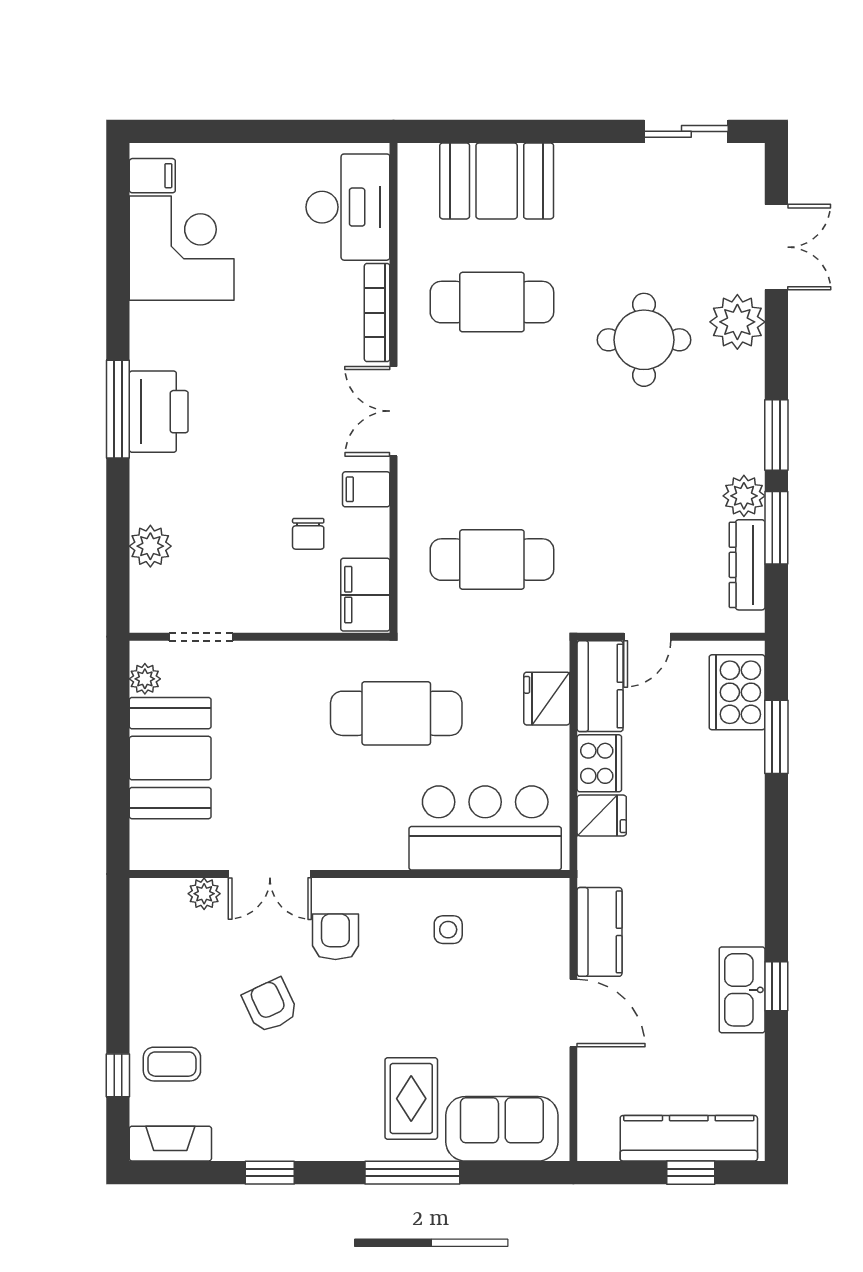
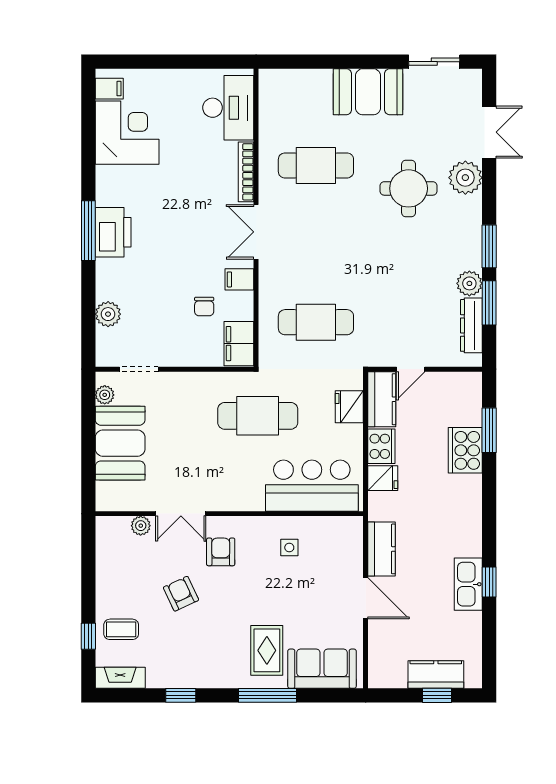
booth: (497, 181) -> (368, 92), moved
cooker: (737, 692) -> (465, 450), moved
kitchen counter: (689, 1138) -> (436, 675), width x0.67

